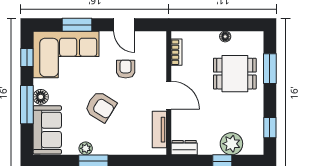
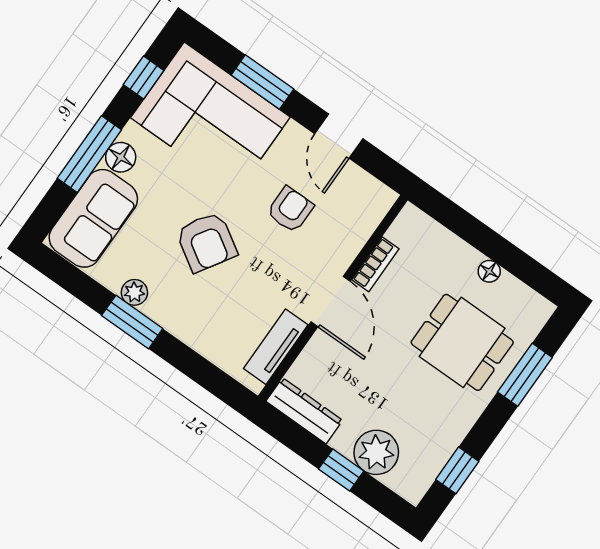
bookcase: (176, 52) -> (375, 264), moved
dresser: (184, 148) -> (304, 411), width x1.44

